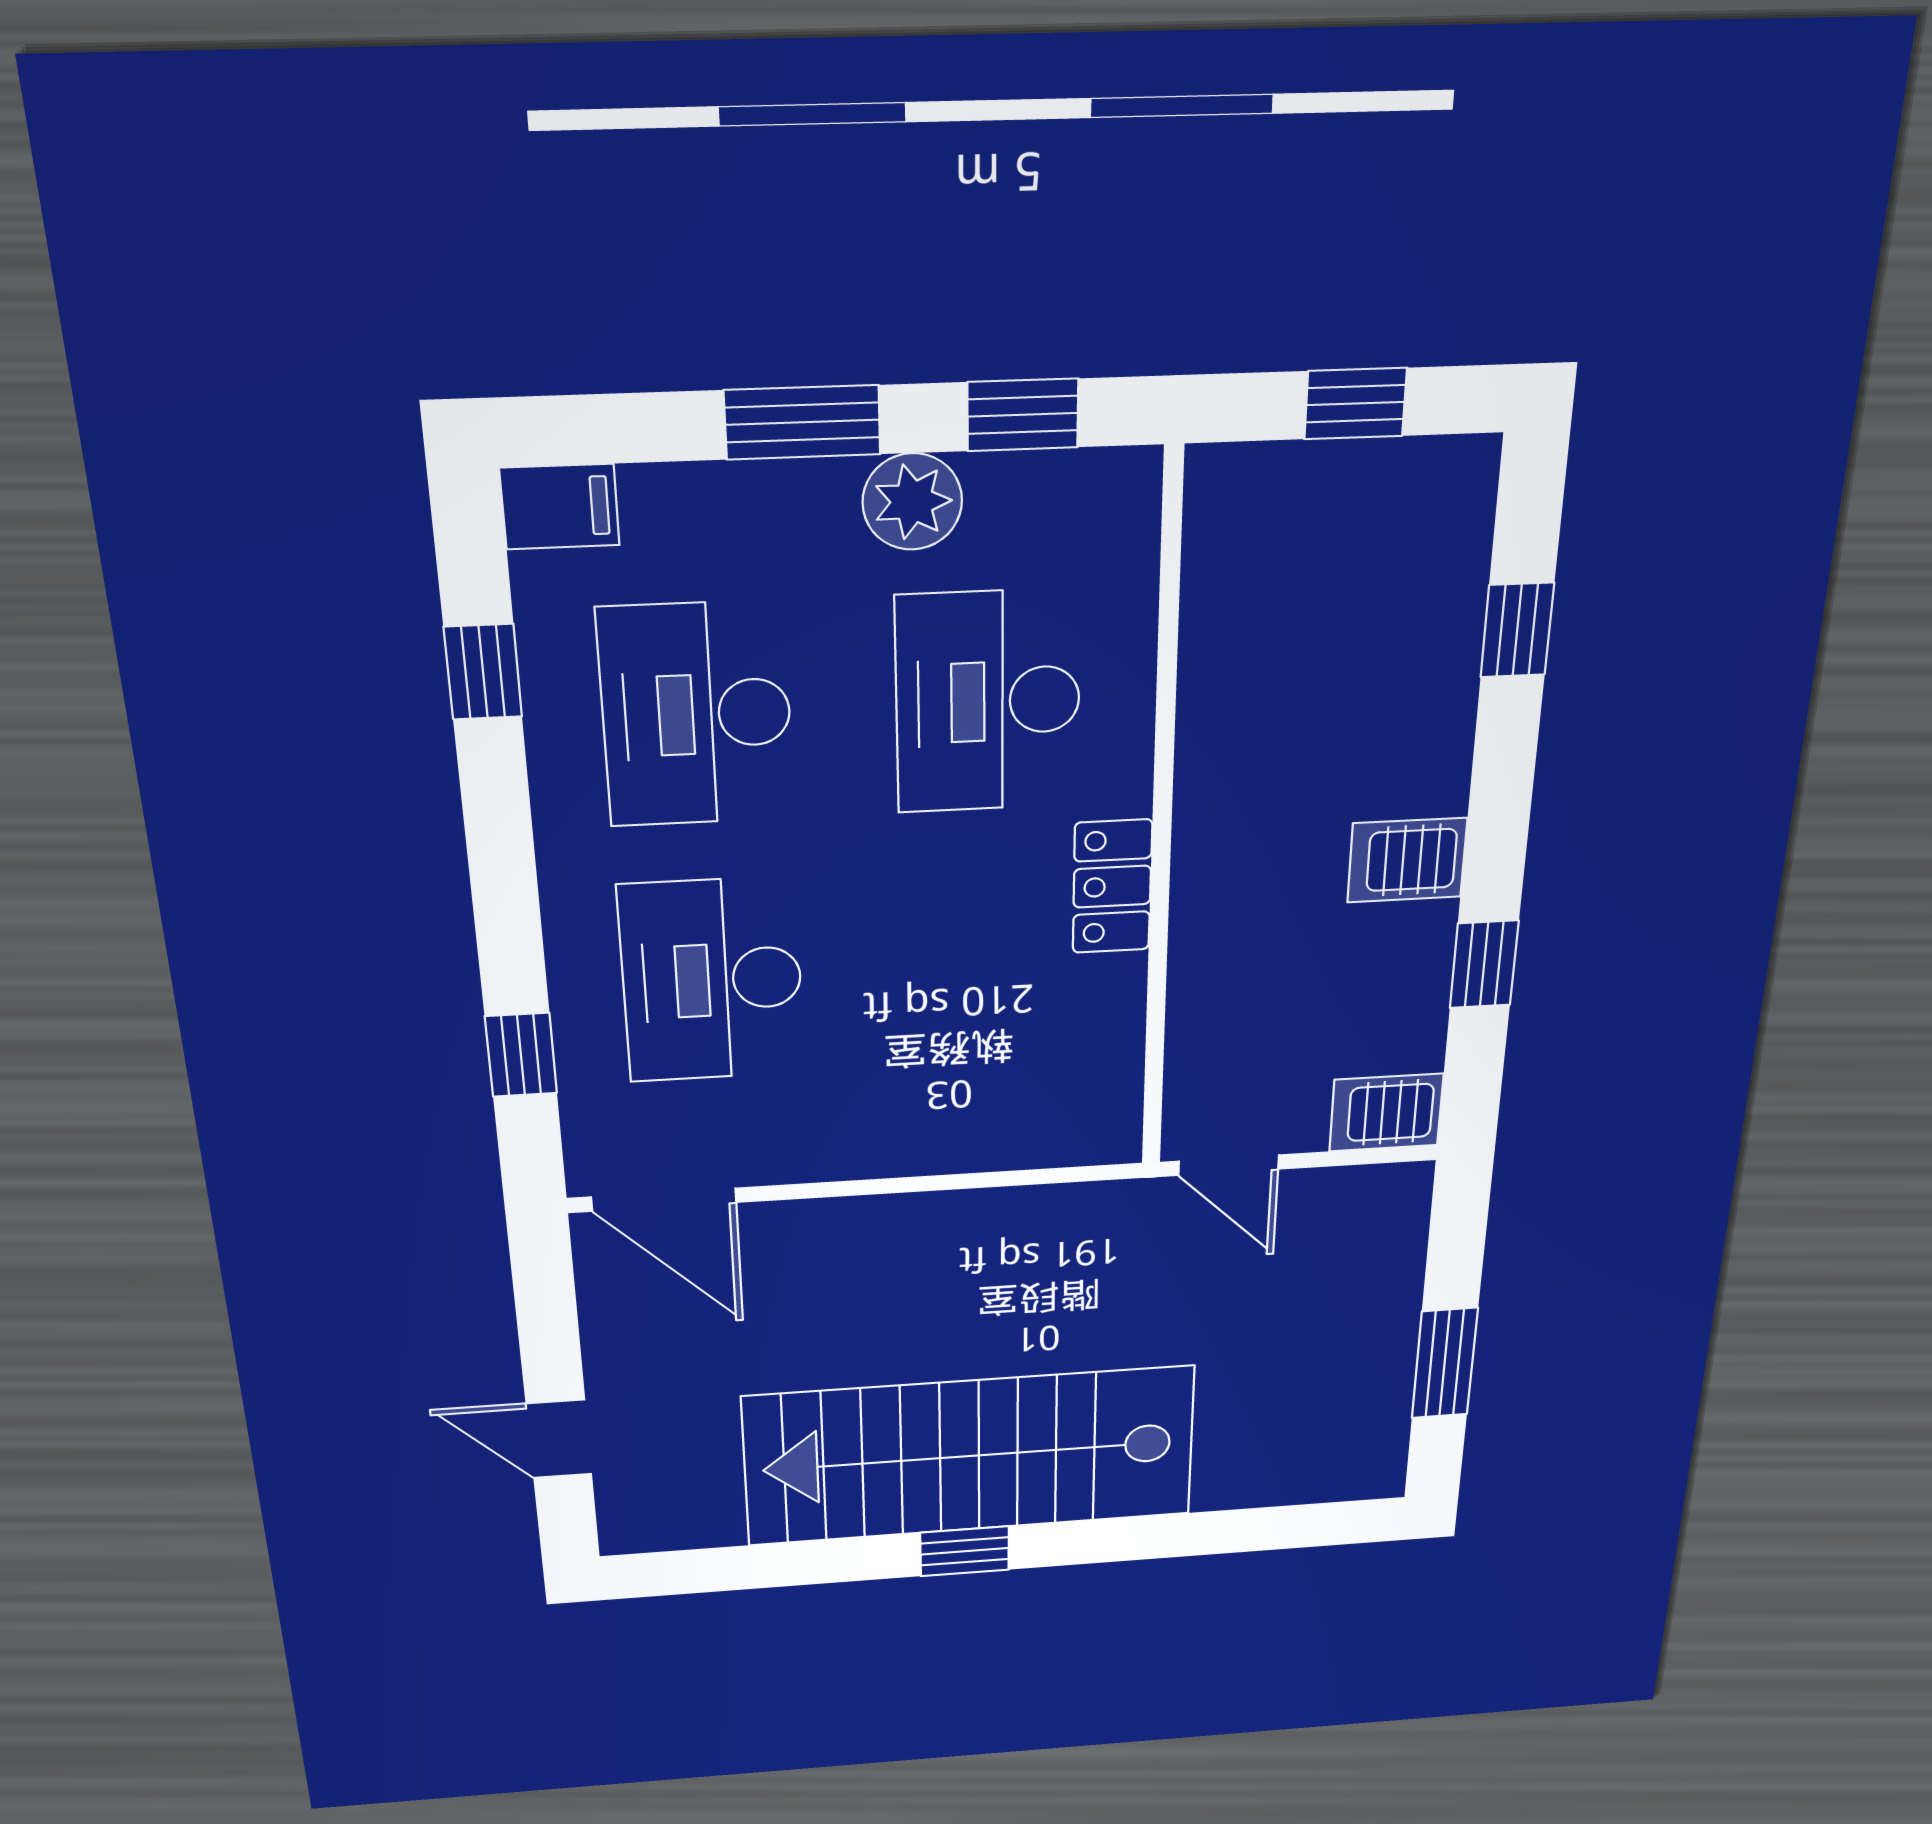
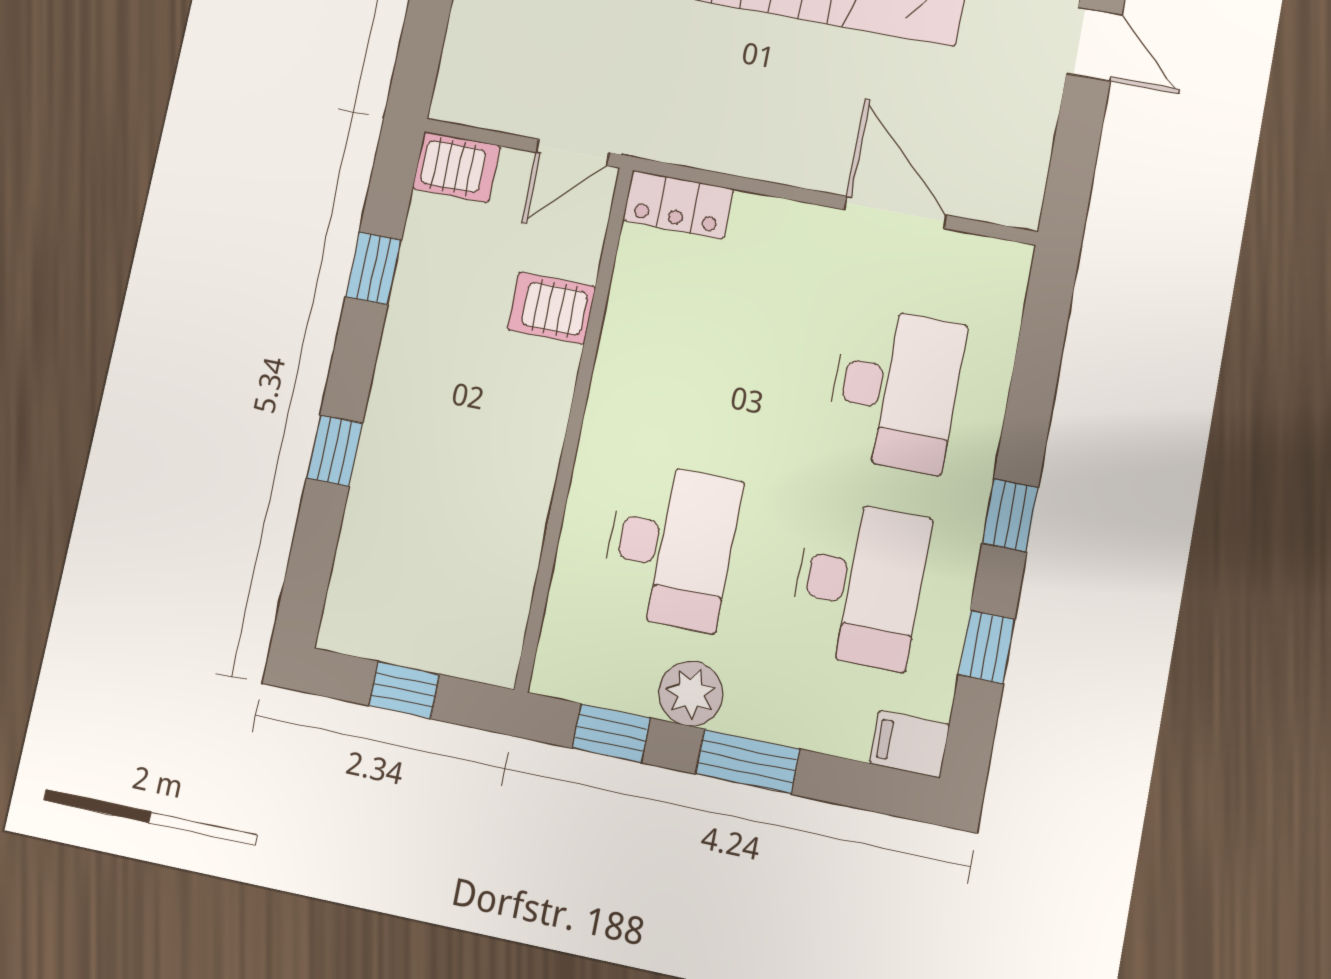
window: (1517, 630) -> (335, 451), moved
server rack: (1407, 860) -> (551, 308), moved, turned 180
locker: (1112, 887) -> (678, 205), moved, turned 90
window: (521, 1055) -> (1010, 515), moved
door: (1229, 1165) -> (573, 152), swing flipped
door: (664, 1200) -> (895, 212), moved

